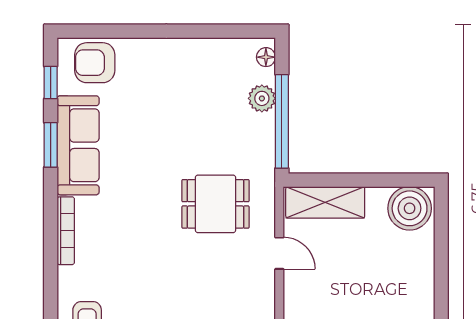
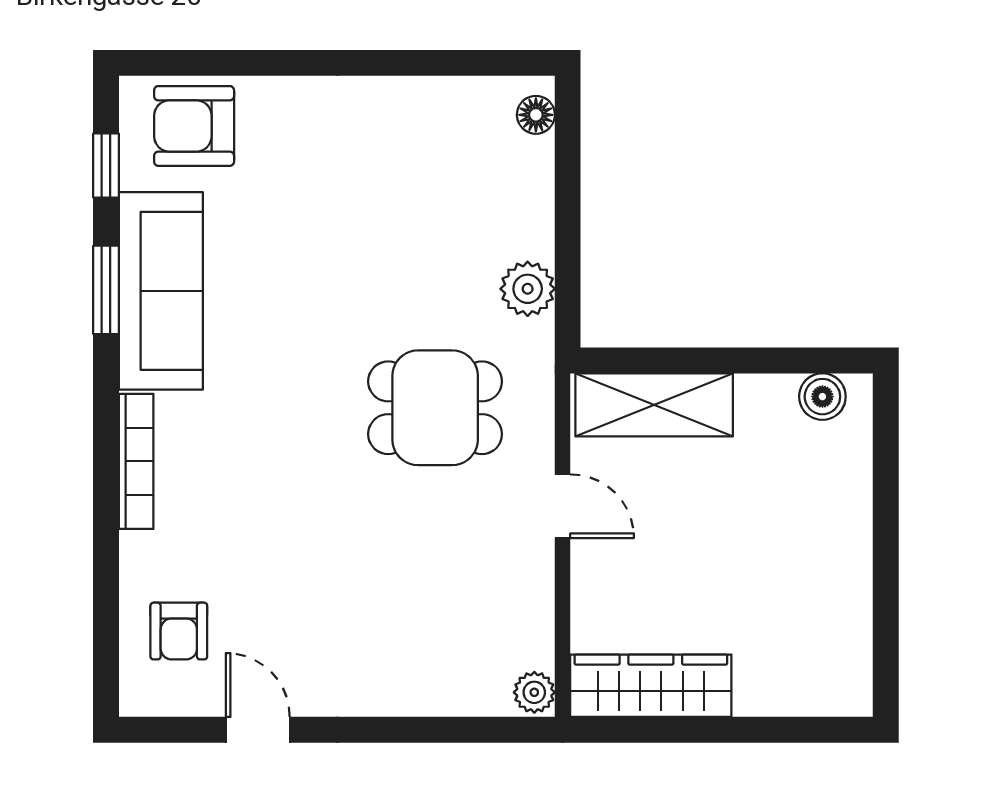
plant: (262, 98) -> (528, 289), moved
window: (282, 121) -> (568, 243), removed
boiler: (410, 208) -> (822, 397), width x0.54, depth x0.54

